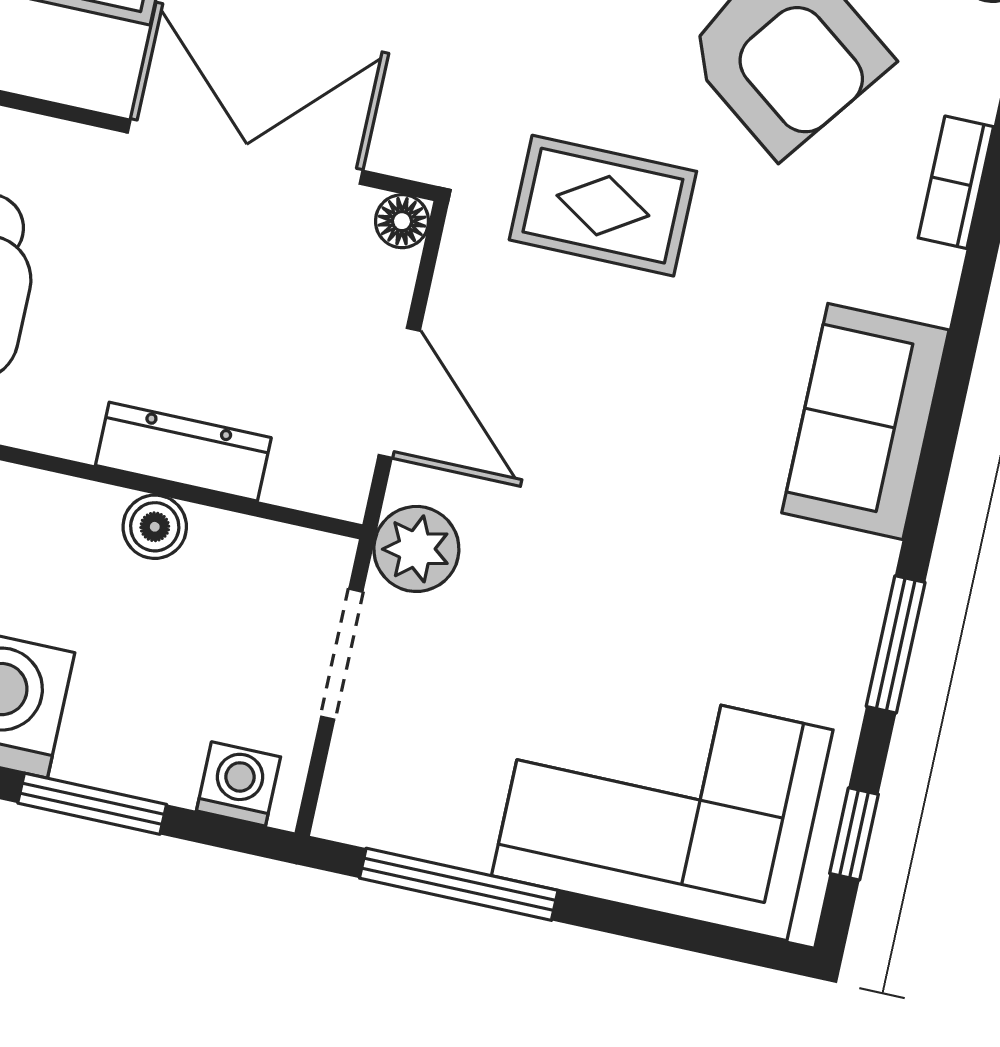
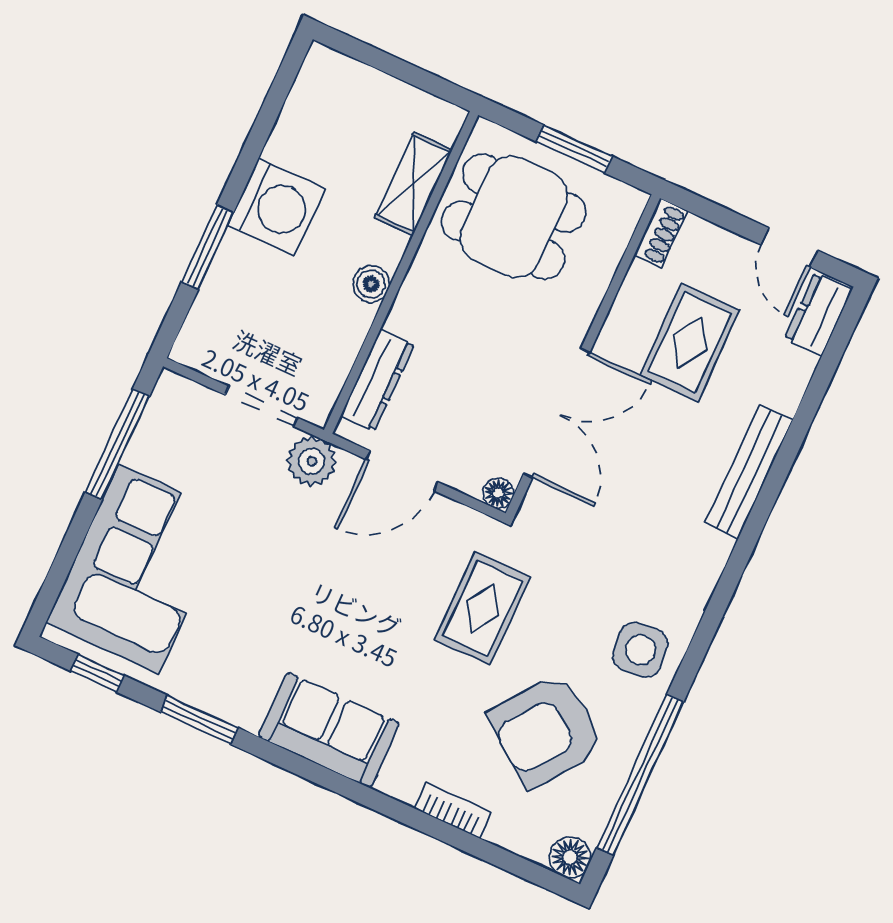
dresser: (183, 452) -> (377, 380), moved
boiler: (155, 527) -> (371, 284), moved
washing machine: (238, 784) -> (201, 332), removed

